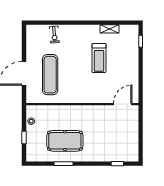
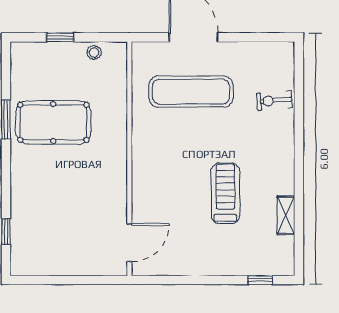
treadmill: (99, 58) -> (225, 193), turned 90
door: (123, 104) -> (129, 243), hinge flipped
pool table: (65, 141) -> (53, 122), turned 90

